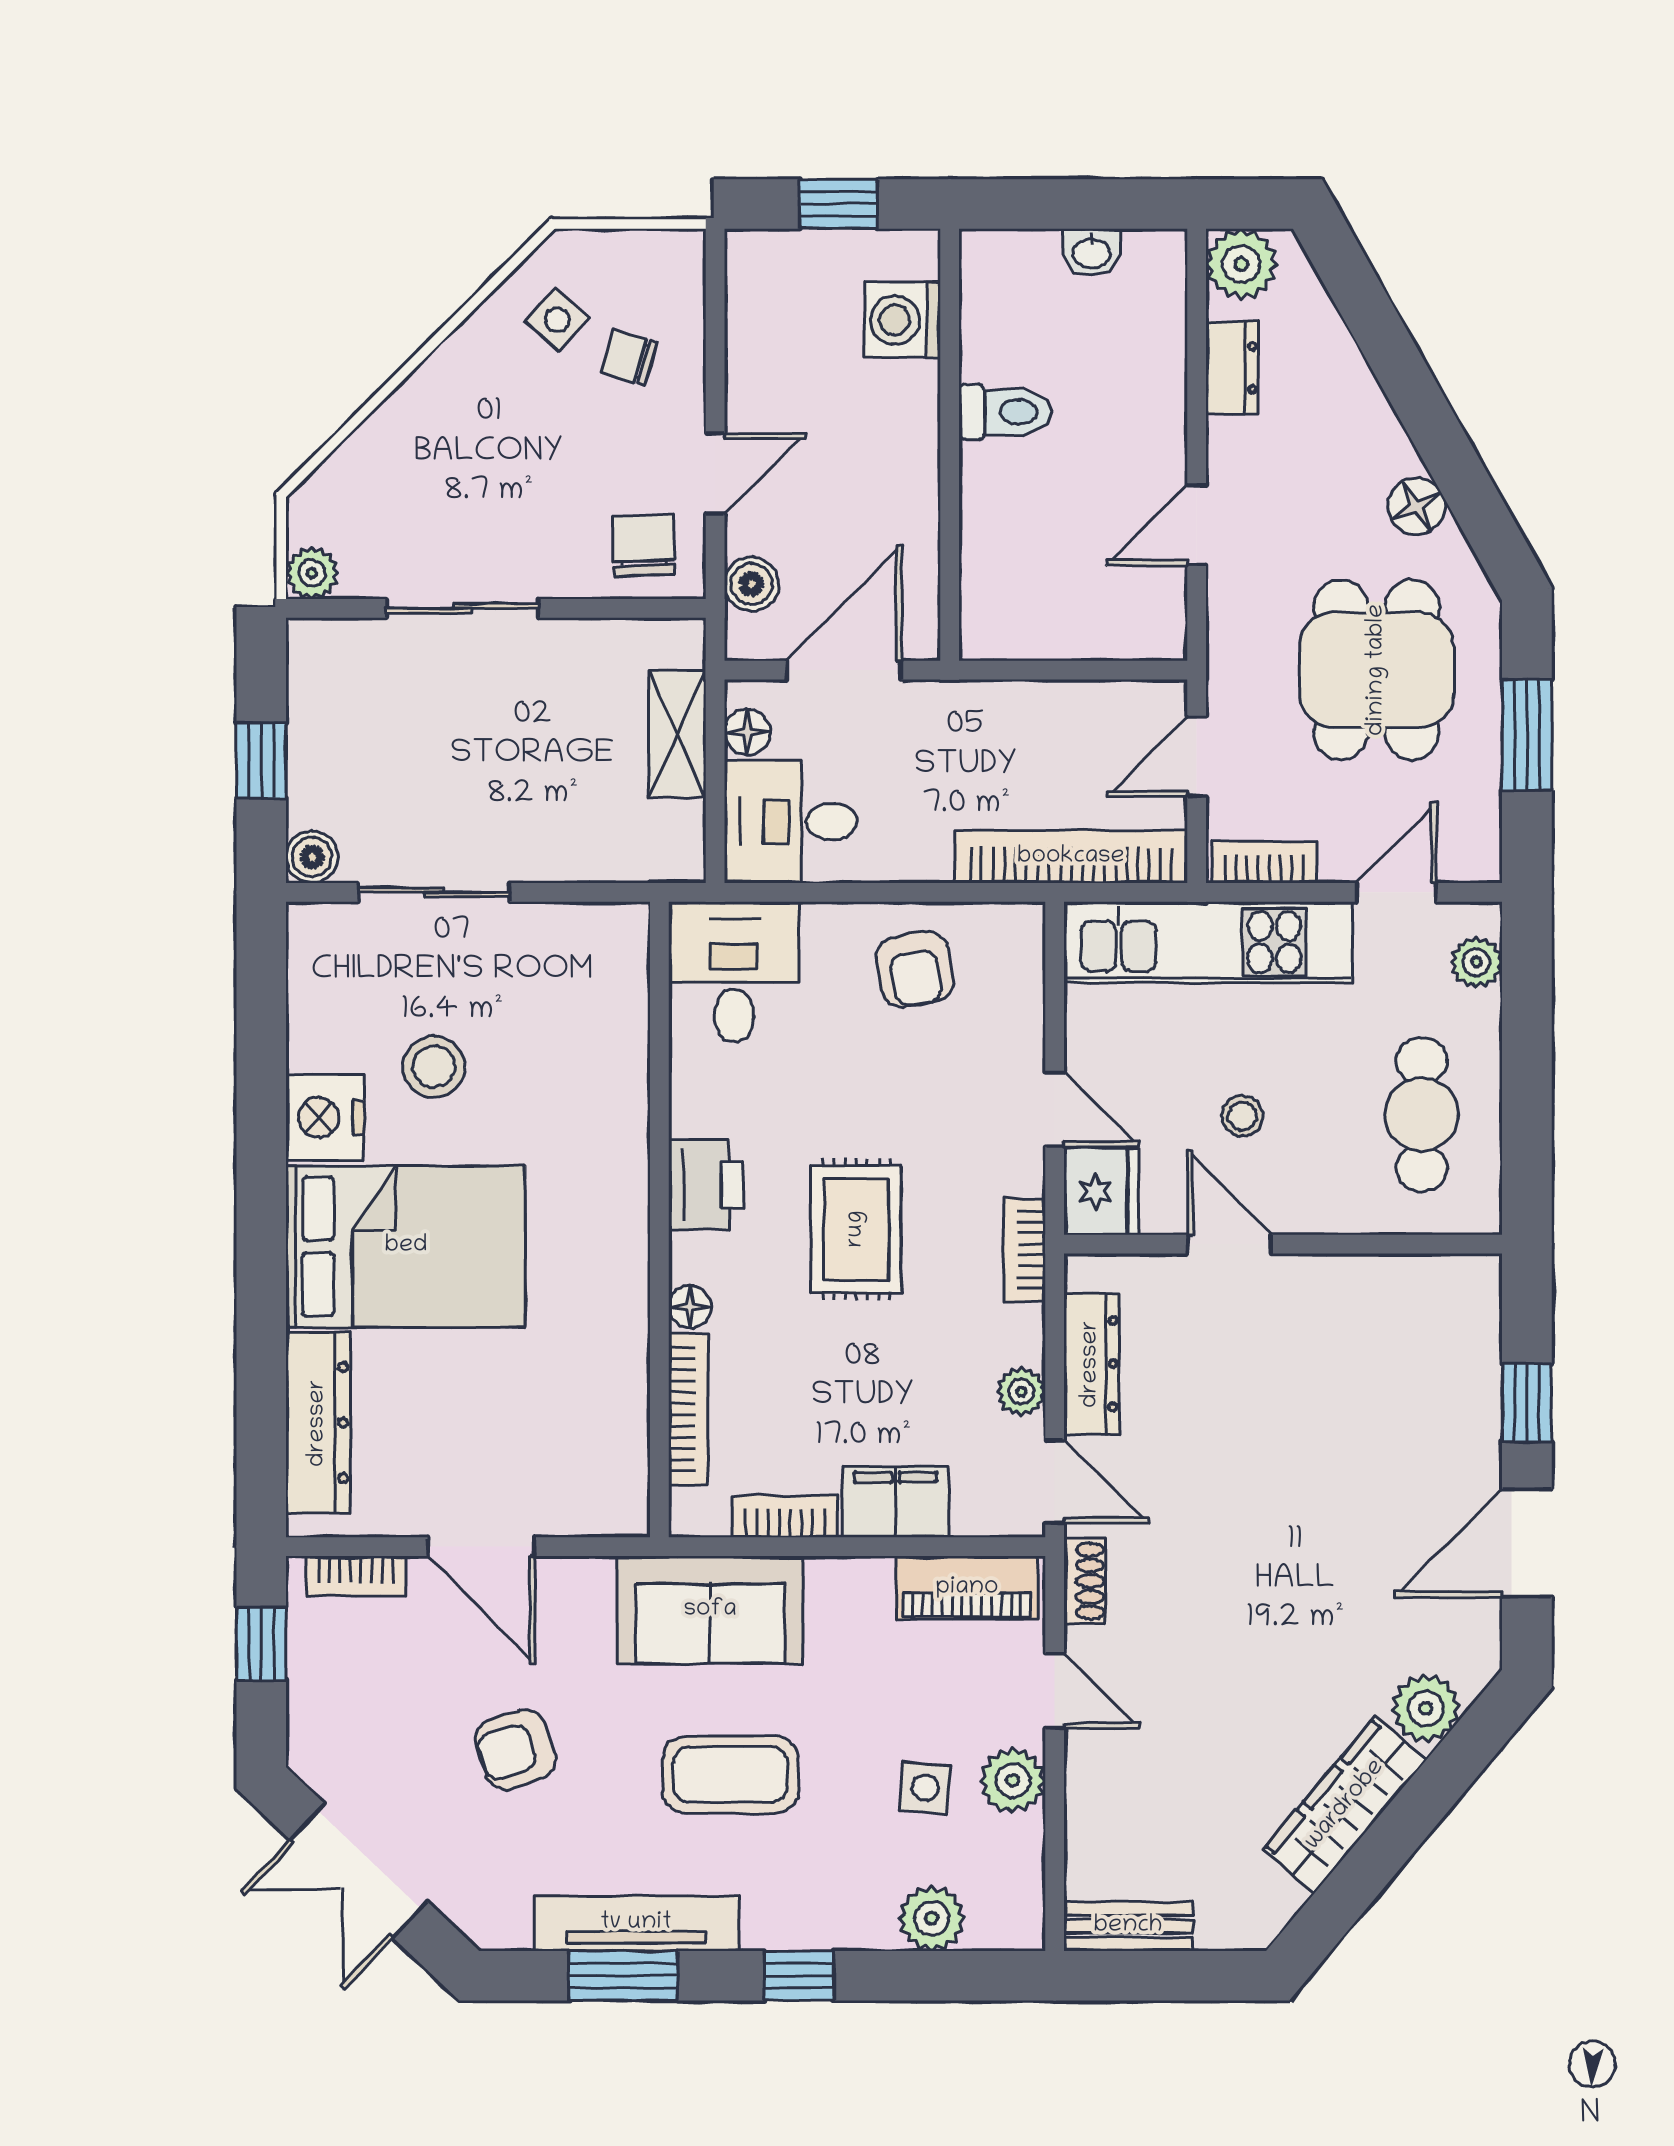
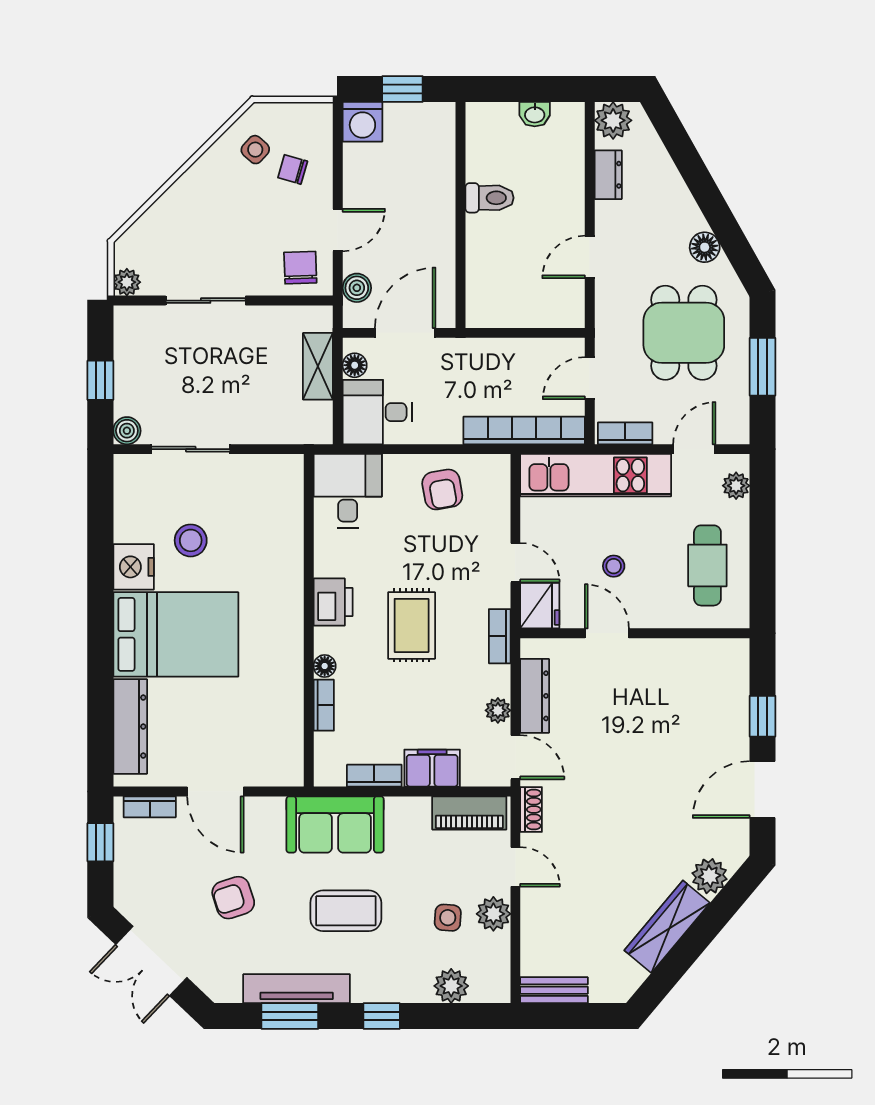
washing machine: (902, 320) -> (362, 122), moved, turned -90
bookcase: (688, 1409) -> (324, 705), width x0.64

